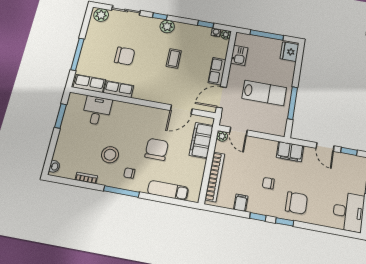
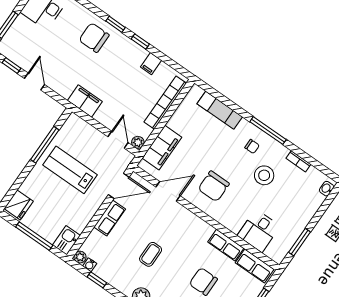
kitchen sink: (239, 55) -> (66, 240), moved
chair: (157, 149) -> (214, 186), moved
filing cabinet: (290, 152) -> (85, 101), moved
chair: (268, 183) -> (113, 71), removed

